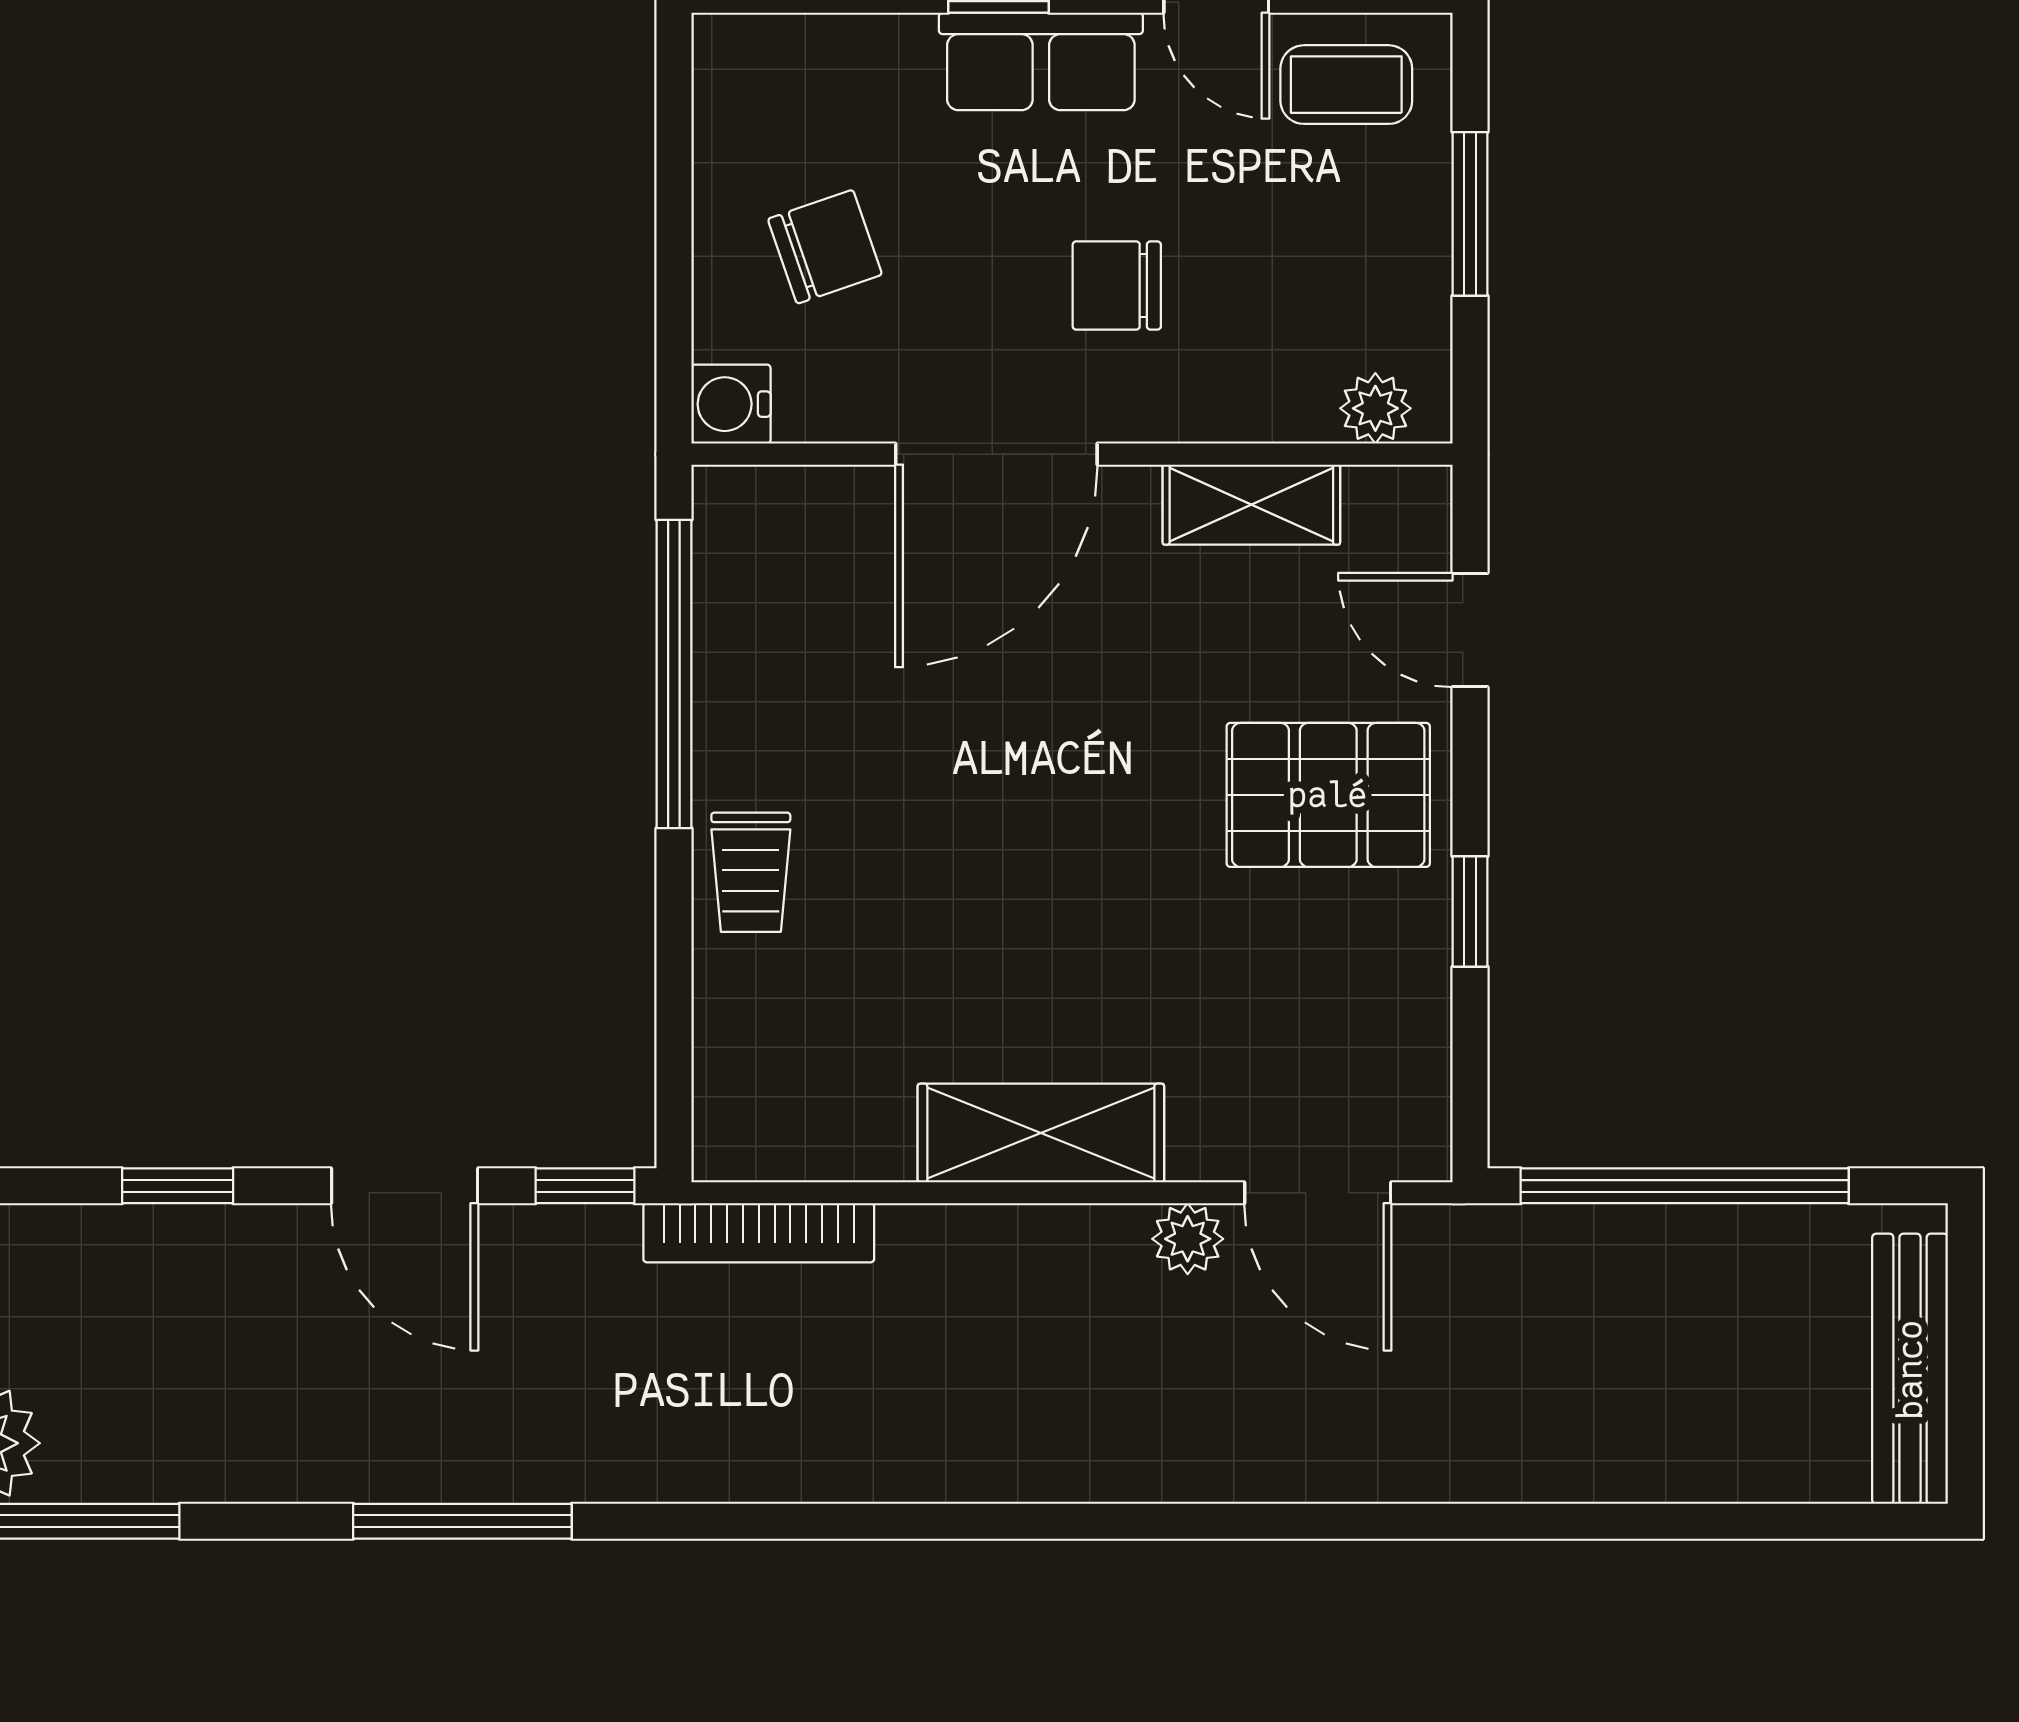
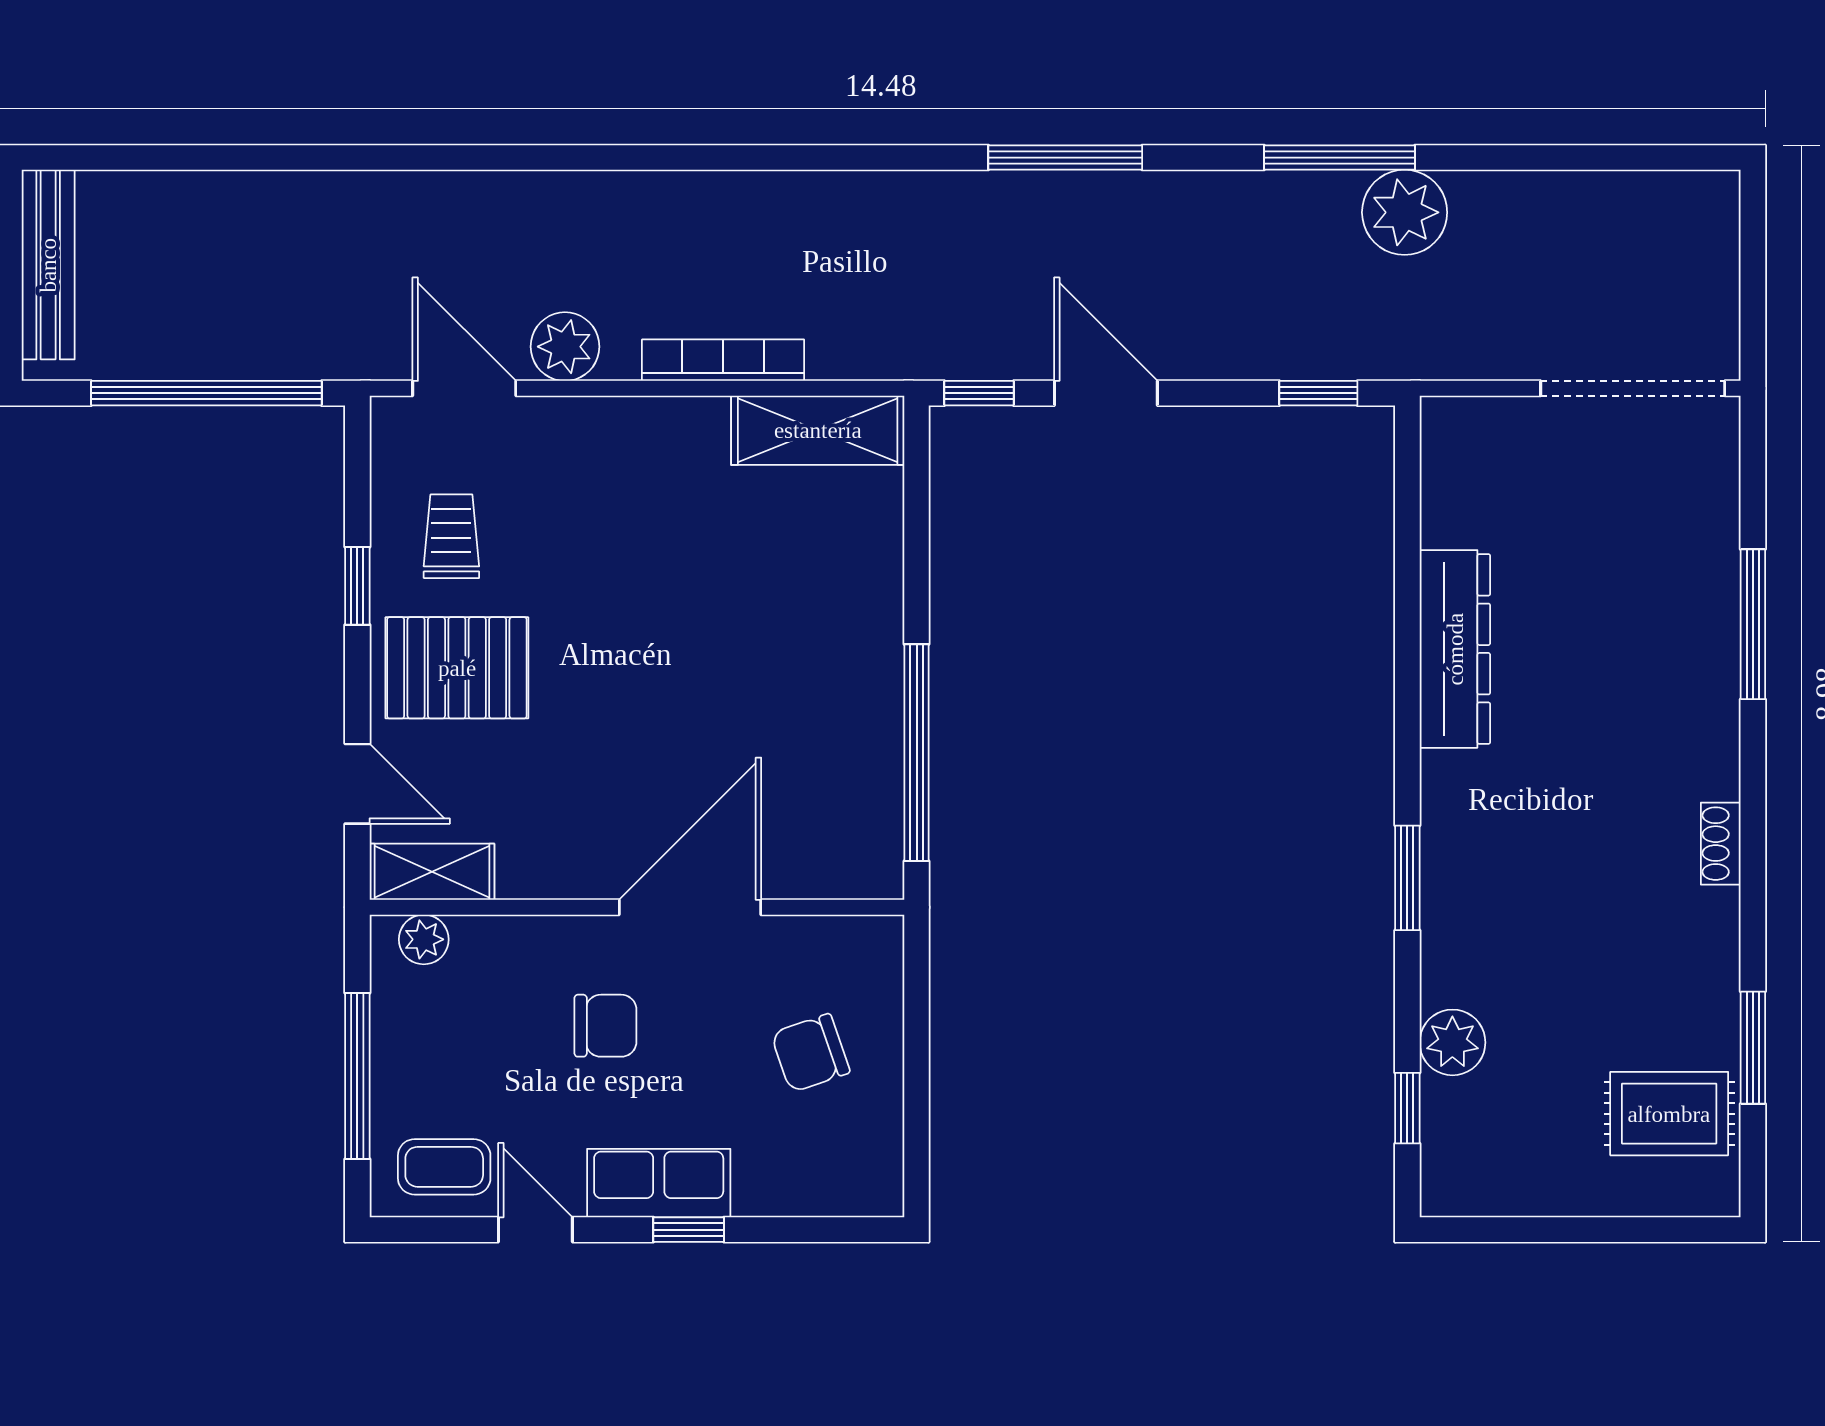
window: (1470, 214) -> (357, 1076), width x1.44
water cooler: (731, 404) -> (877, 942), removed
shelving: (1251, 505) -> (432, 872), moved
trolley: (751, 872) -> (451, 536), moved
shelving: (1041, 1133) -> (818, 430), moved
window: (178, 1186) -> (1318, 393), moved
bookcase: (759, 1233) -> (723, 360), moved
plant: (1188, 1239) -> (565, 347), width x1.38, depth x1.38

